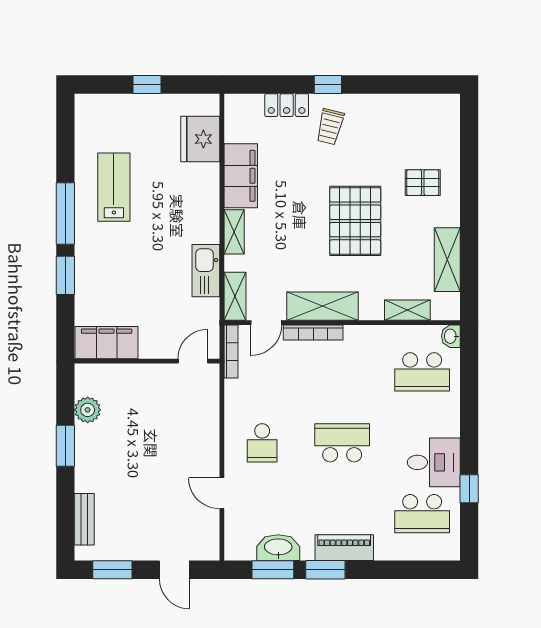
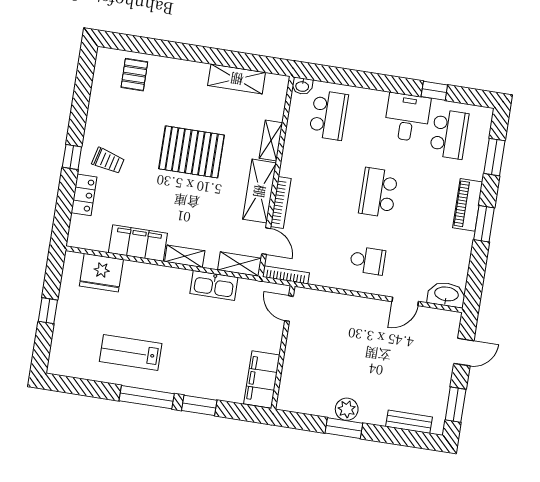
pallet: (423, 183) -> (134, 75), moved
shelving: (407, 310) -> (271, 141), moved
plant: (88, 410) -> (347, 409), moved
washbasin: (278, 548) -> (446, 295), moved, turned 90
window: (273, 570) -> (494, 157), moved

